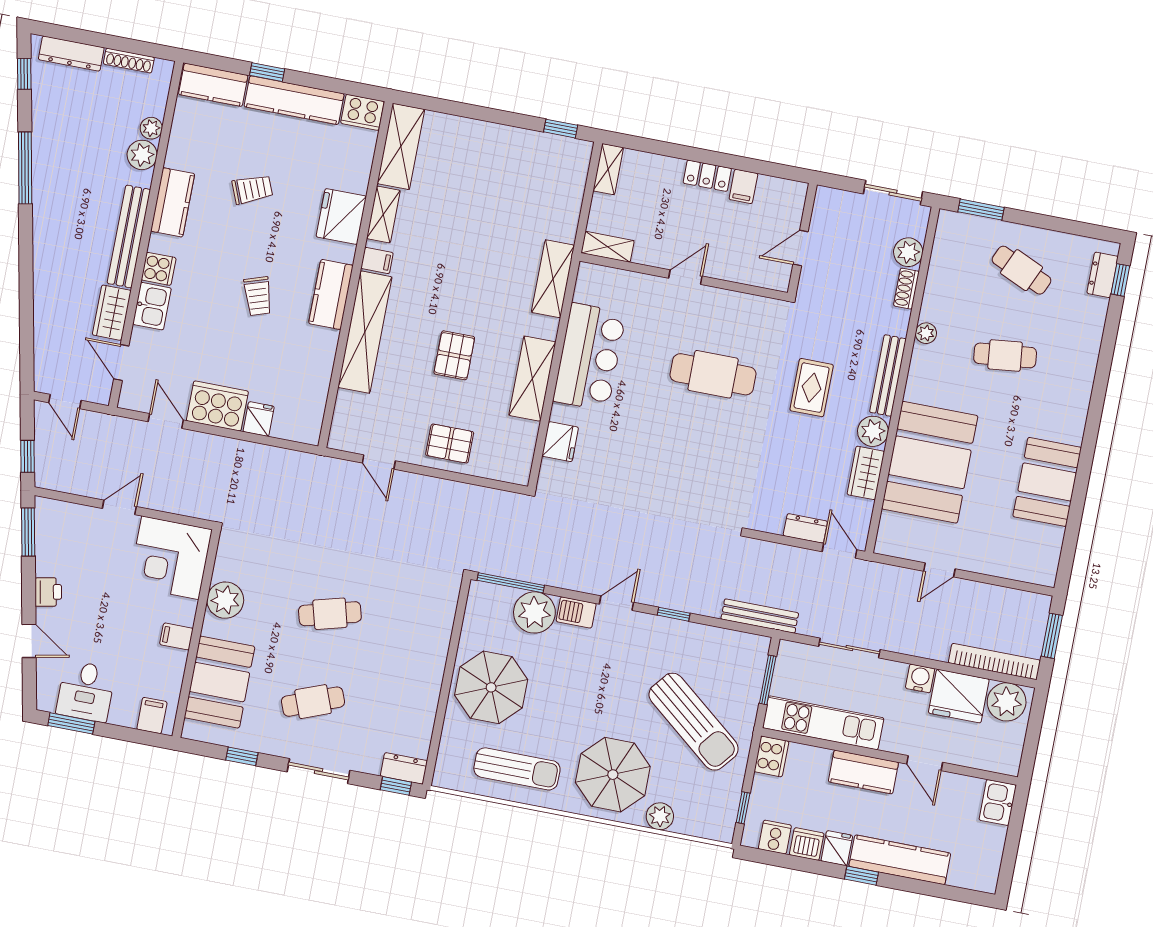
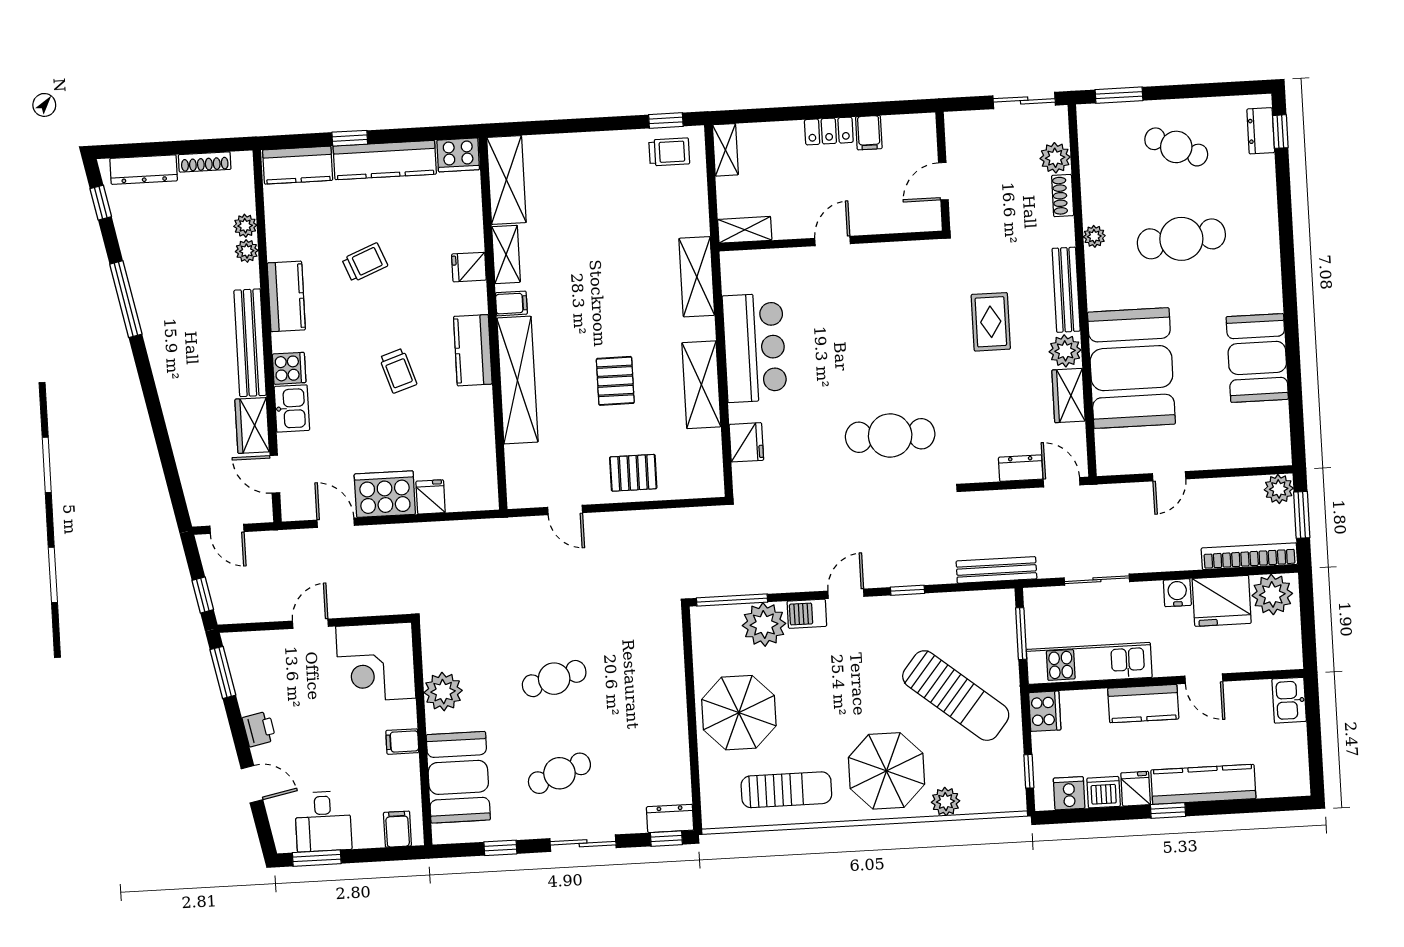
plant: (142, 155) -> (247, 251), width x0.73, depth x0.73
trolley: (556, 158) -> (669, 152), added
fridge: (341, 217) -> (469, 267), width x0.53, depth x0.75
cafe table: (1005, 355) -> (1181, 239), width x1.37, depth x1.35
cafe table: (713, 374) -> (890, 435), moved
plant: (1037, 607) -> (1279, 489), added

